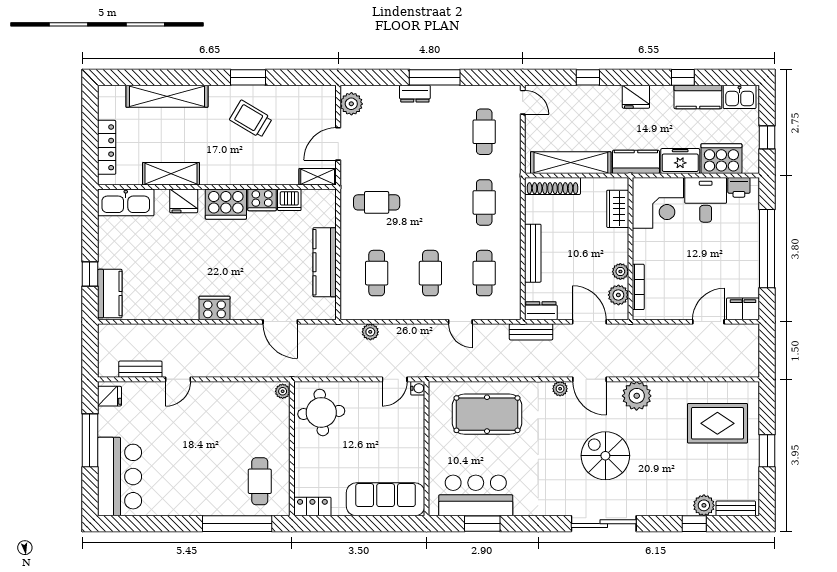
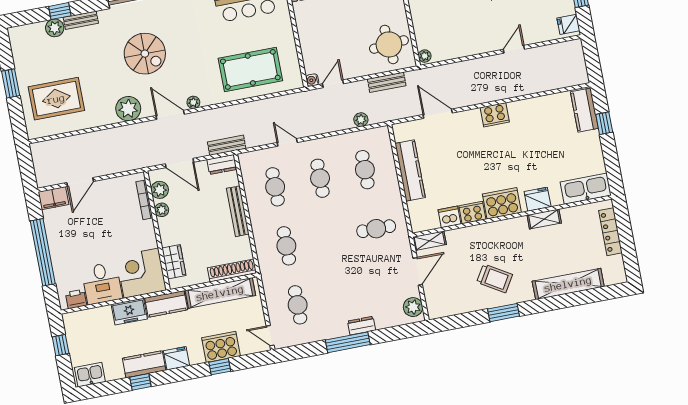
kitchen counter: (698, 97) -> (144, 364), moved
cooker: (721, 159) -> (221, 347), moved, turned 180
shelving: (171, 174) -> (544, 219), width x0.67, depth x0.75
bench: (140, 369) -> (387, 82), moved
bench: (736, 508) -> (81, 20), moved

